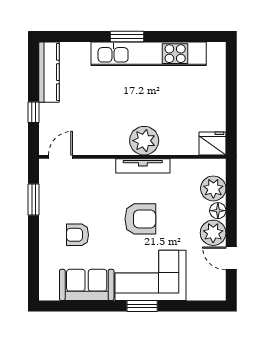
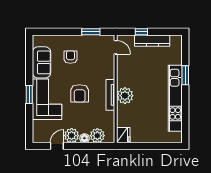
window: (127, 36) -> (185, 75), moved
kitchen counter: (49, 72) -> (152, 41), moved

